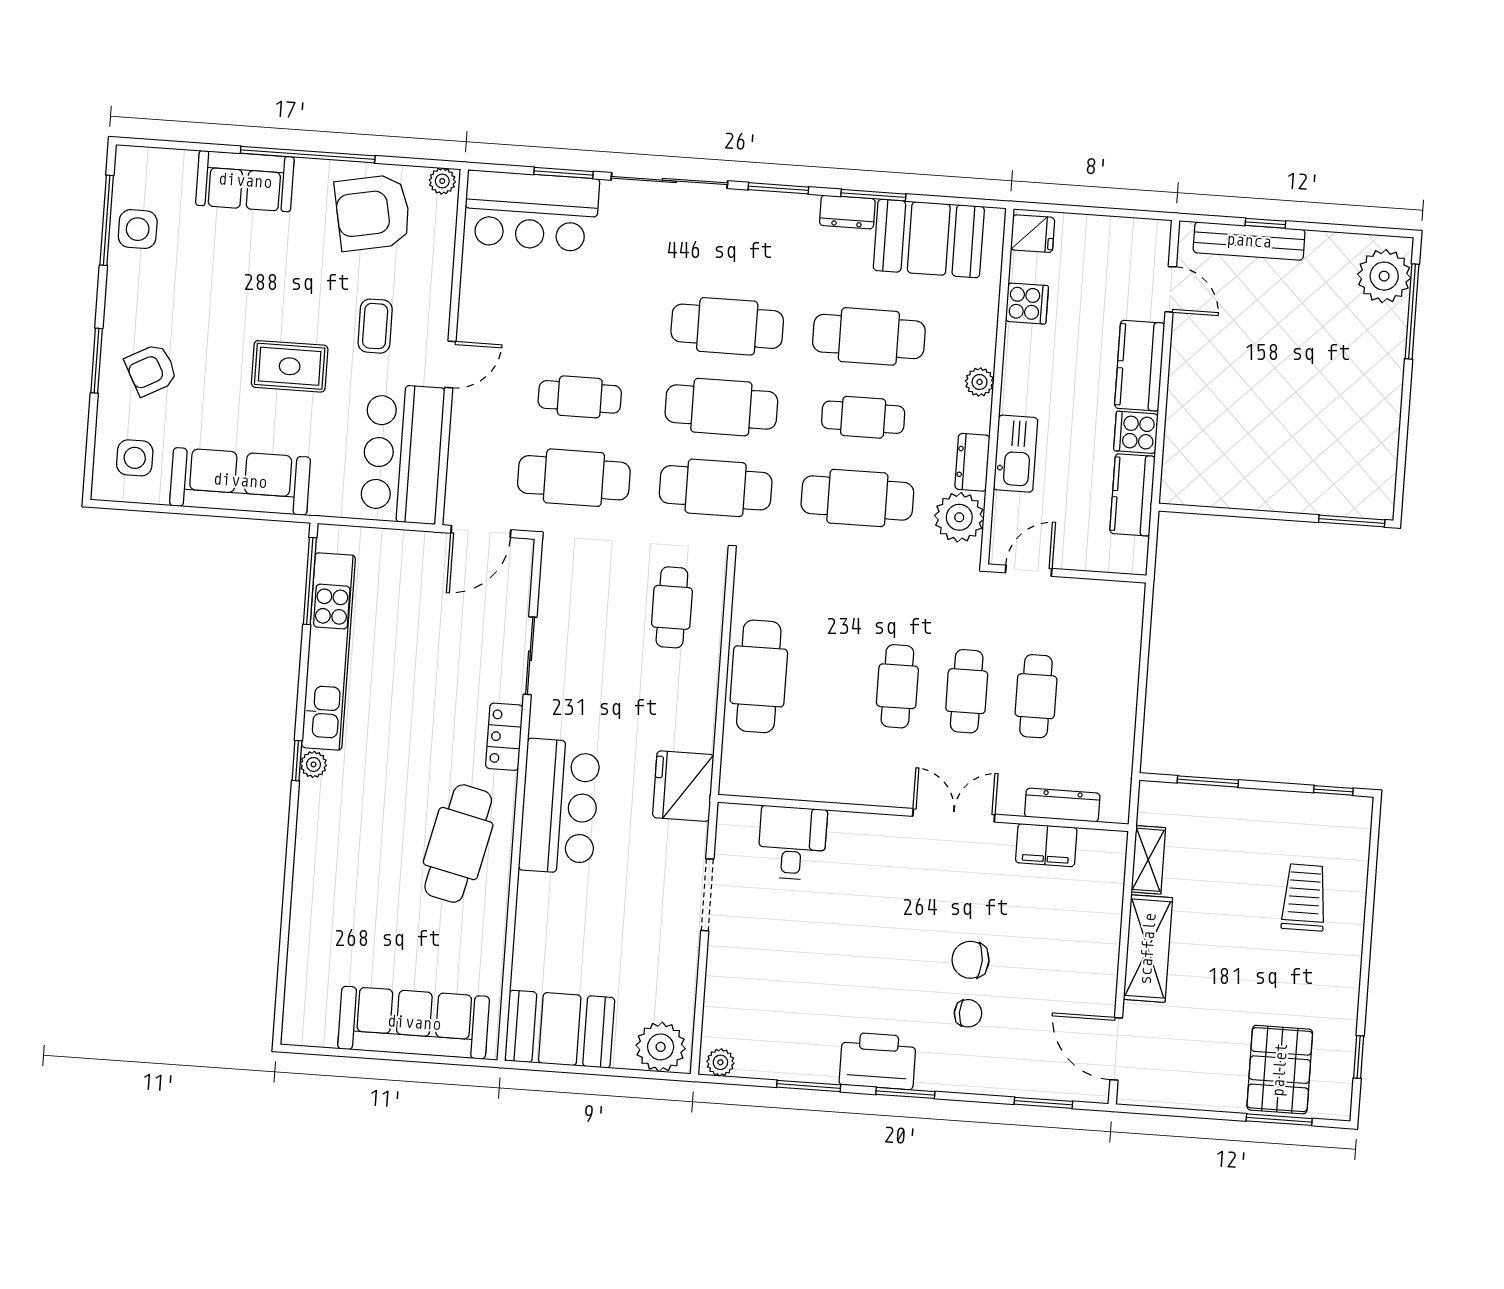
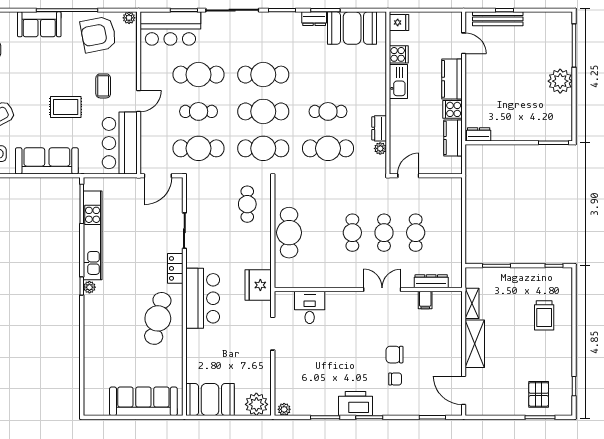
plant: (1384, 276) -> (560, 81), moved
cafe table: (869, 336) -> (199, 75), moved
plant: (980, 382) -> (380, 92), removed
kitchen sink: (1016, 454) -> (398, 82), moved
dresser: (1189, 491) -> (479, 134), added
plant: (959, 517) -> (380, 148), width x0.53, depth x0.53
filing cabinet: (1046, 845) -> (425, 300), width x0.50
trolley: (1304, 897) -> (544, 315), turned 180
pallet: (1280, 1070) -> (539, 394), width x0.67, depth x0.71

